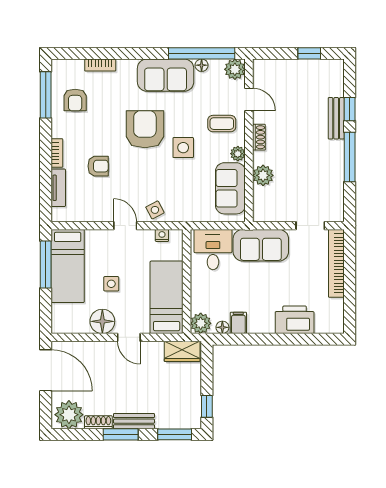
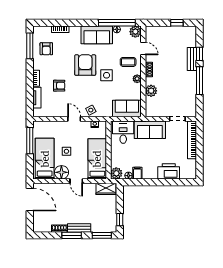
sofa: (230, 188) -> (127, 108), moved, turned 90
bed: (68, 266) -> (45, 159), moved, turned 180
plant: (69, 415) -> (43, 224), removed

